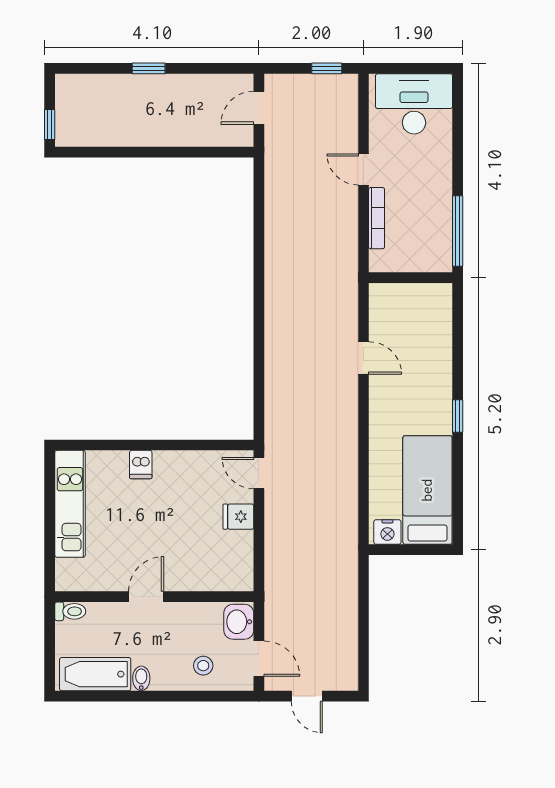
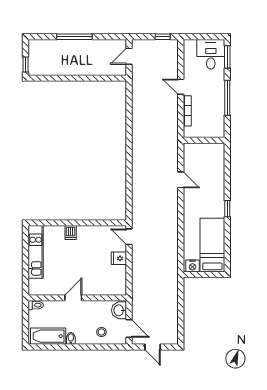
window: (149, 68) -> (74, 37), width x2.17
desk: (414, 104) -> (211, 54), width x0.73
window: (458, 109) -> (227, 57), added
window: (458, 231) -> (227, 98), moved

